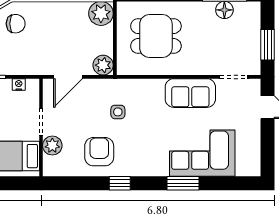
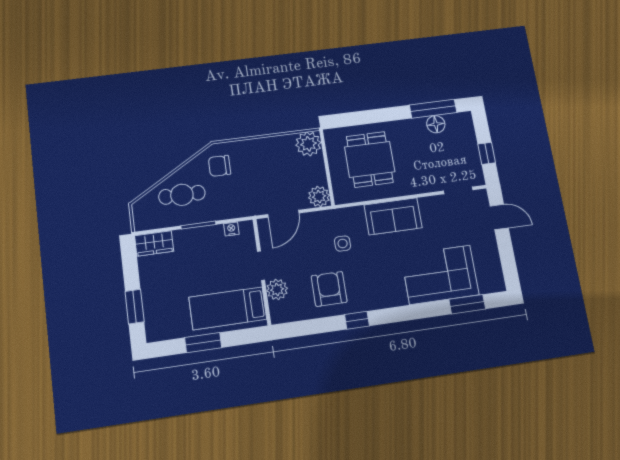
chair: (16, 24) -> (219, 166), turned 180
dining table: (156, 36) -> (370, 159), turned 90
window: (268, 45) -> (487, 153), width x0.67
sofa: (190, 93) -> (393, 216), moved
window: (183, 183) -> (467, 304), moved

